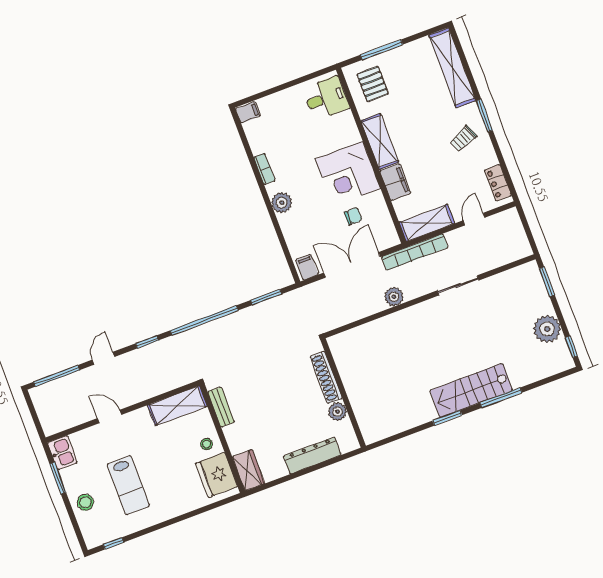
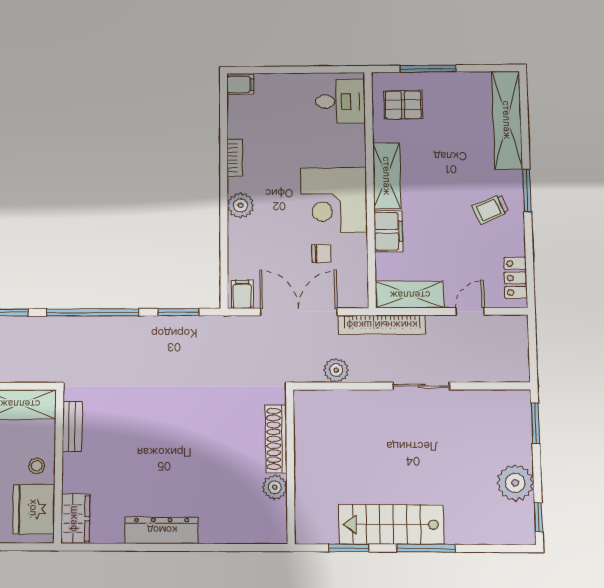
pallet: (373, 84) -> (403, 105), turned 90
shoe rack: (326, 377) -> (276, 439), moved
wall: (343, 393) -> (290, 466), moved
plant: (338, 412) -> (275, 487), moved

